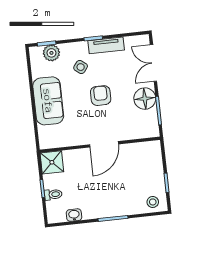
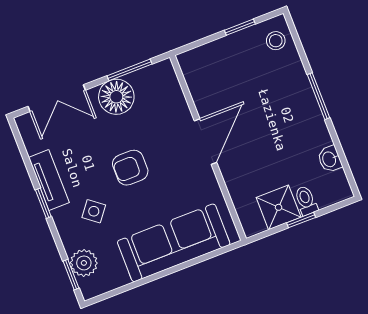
sofa: (48, 101) -> (174, 243), width x1.36
door: (104, 144) -> (206, 142), hinge flipped
shower: (52, 162) -> (279, 207), moved

